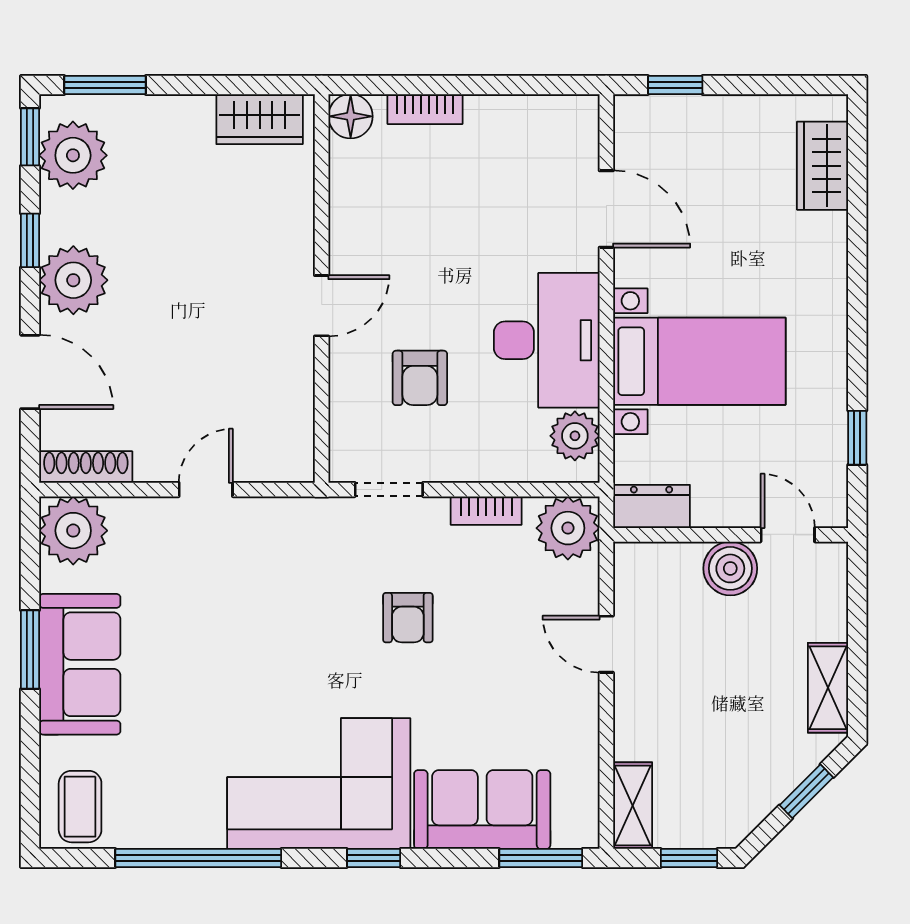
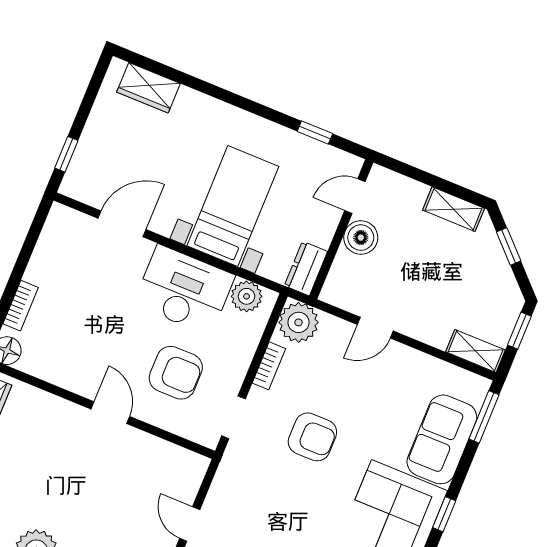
armchair: (420, 378) -> (176, 373), width x1.38, depth x1.38
armchair: (408, 618) -> (312, 437), width x1.38, depth x1.38

